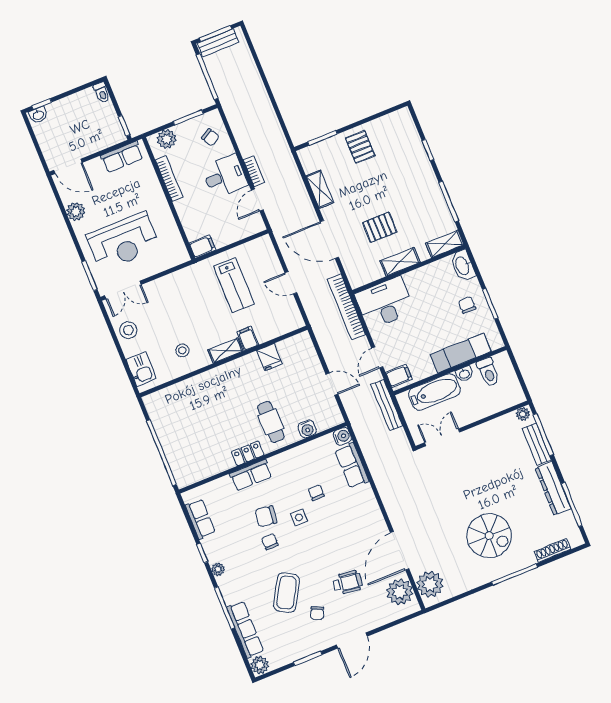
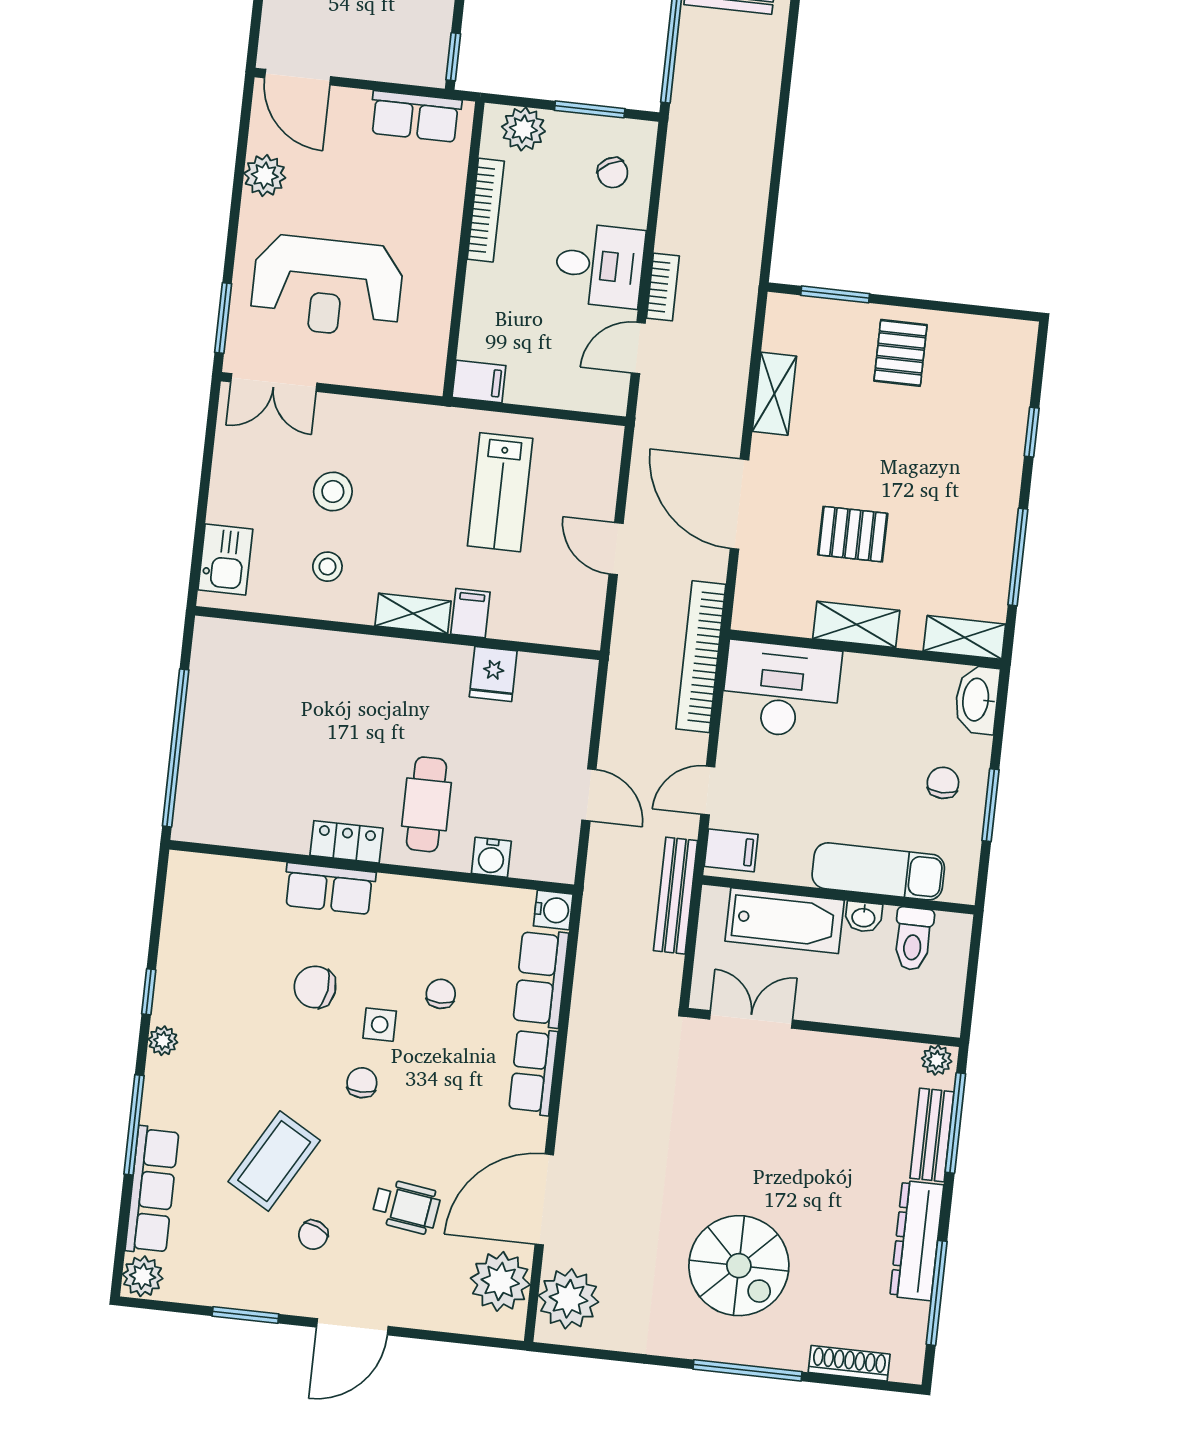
stool: (128, 330) -> (333, 492), moved
row of seats: (200, 519) -> (533, 1072), moved, turned 180
chair: (270, 542) -> (362, 1083), moved

